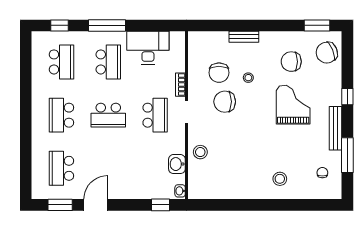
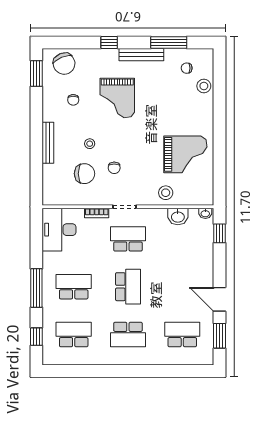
bench: (244, 37) -> (48, 143), width x1.36
desk: (148, 48) -> (59, 230), moved
chair: (291, 62) -> (73, 100), width x0.54, depth x0.54
chair: (225, 102) -> (114, 168), width x0.54, depth x0.54
grand piano: (293, 105) -> (117, 98), turned -90
school desk: (61, 168) -> (182, 334), turned 180
grand piano: (238, 171) -> (185, 154), added
stool: (280, 179) -> (204, 86), moved

